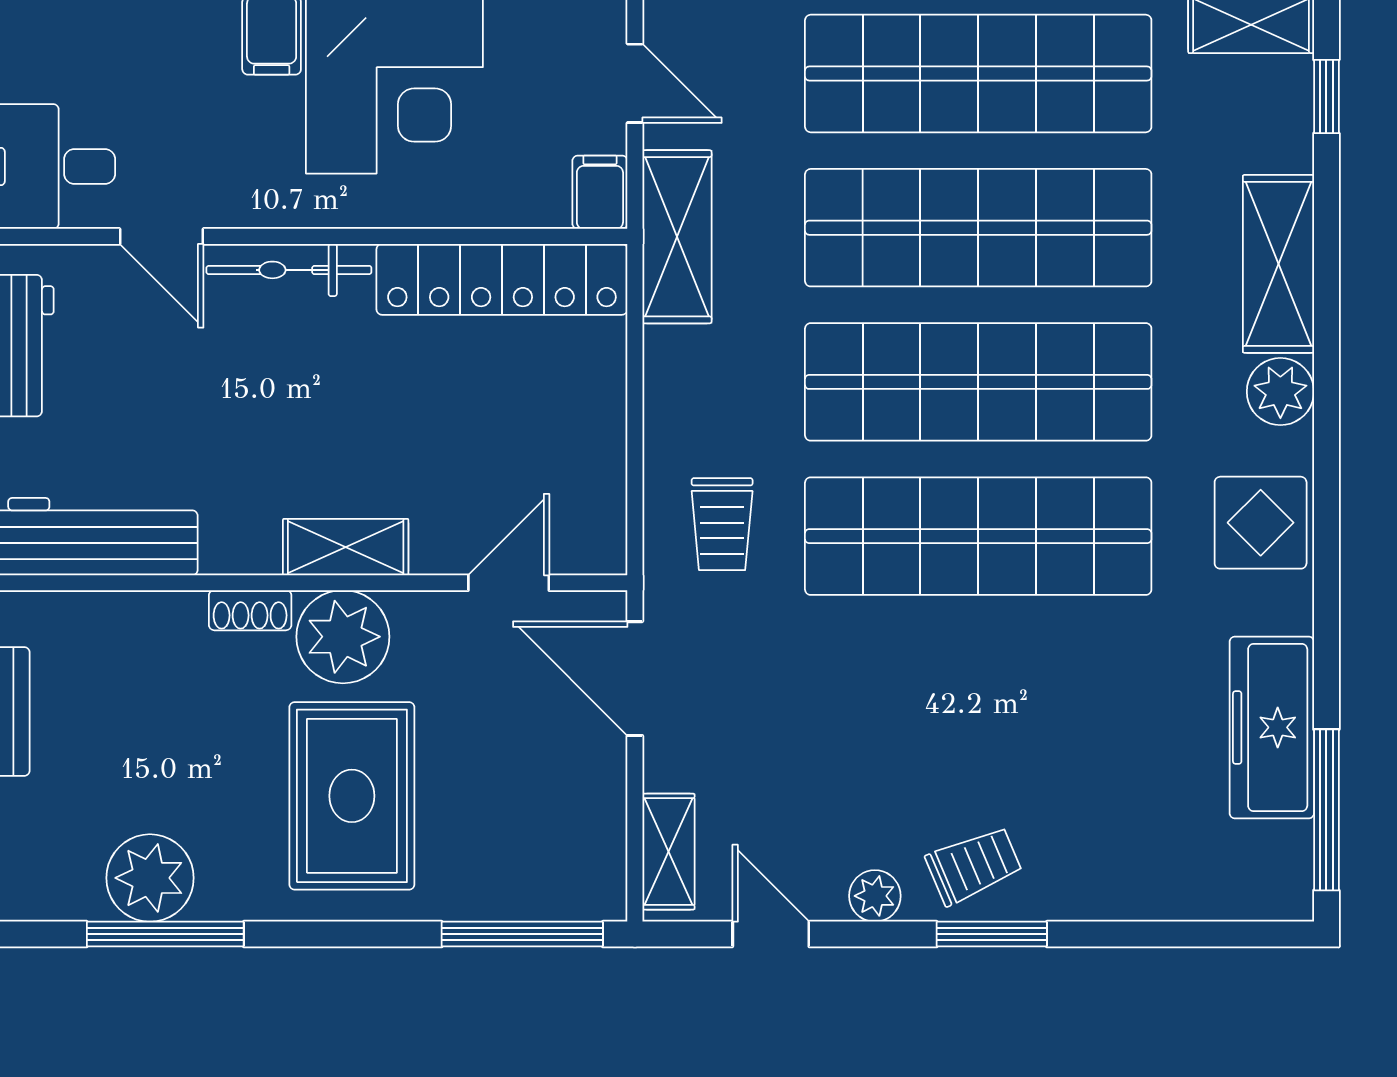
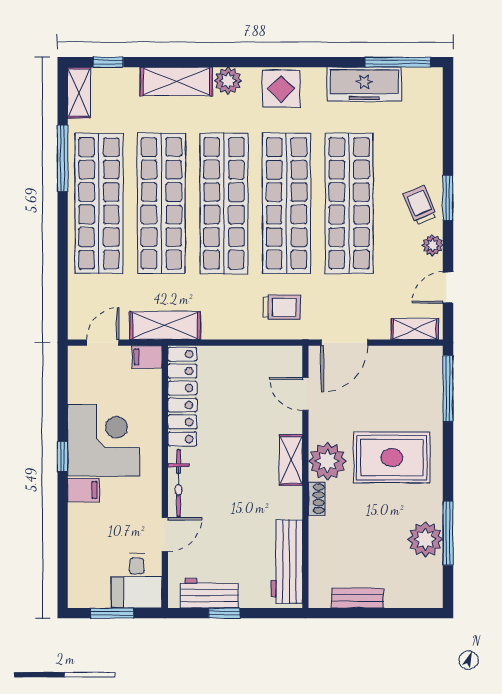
shop shelf: (978, 690) -> (349, 203), added

